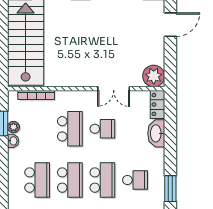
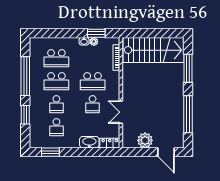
plant: (154, 76) -> (145, 140), moved
school desk: (102, 180) -> (56, 104), width x0.54

